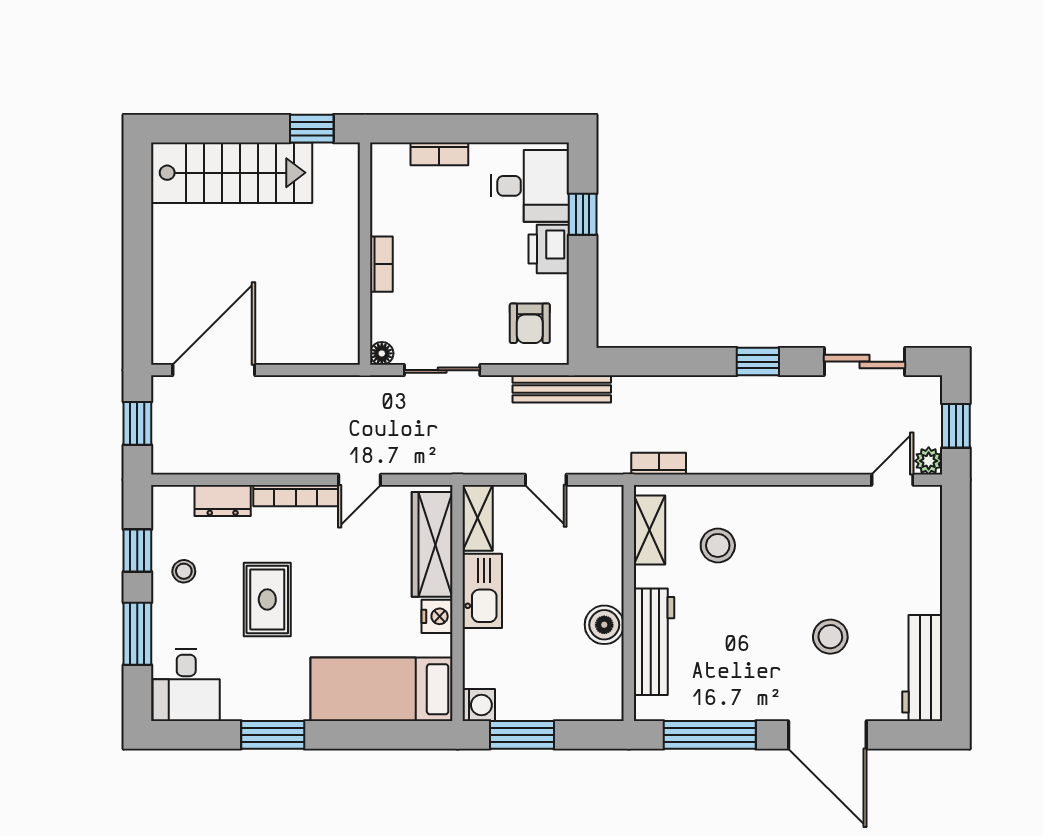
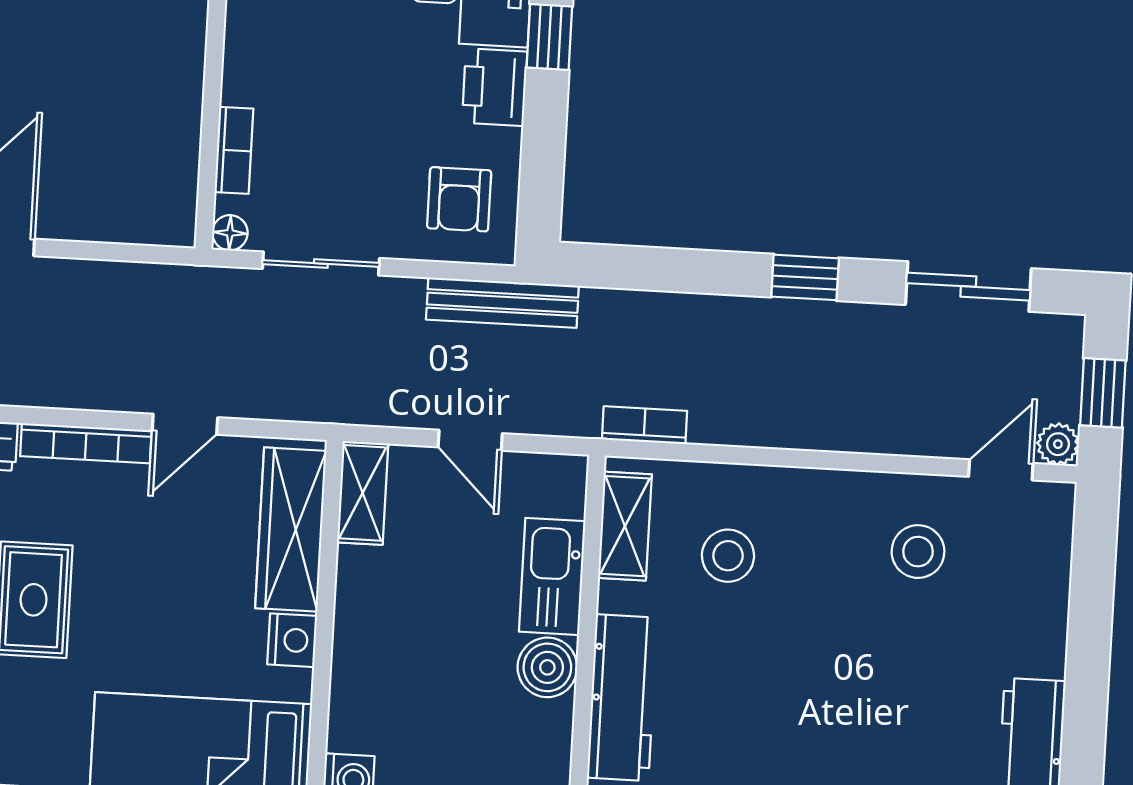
bookcase: (381, 264) -> (234, 150), moved
kitchen sink: (482, 591) -> (552, 576), moved, turned 180
stool: (830, 637) -> (918, 552), moved

